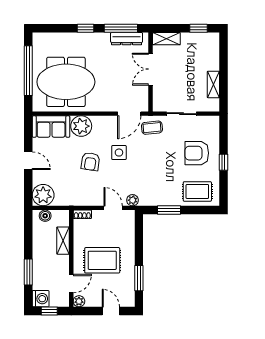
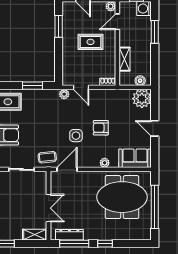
plant: (81, 126) -> (105, 163), width x0.53, depth x0.53
armchair: (90, 162) -> (101, 128), turned -98
rug: (102, 260) -> (90, 42), width x0.73, depth x0.70

